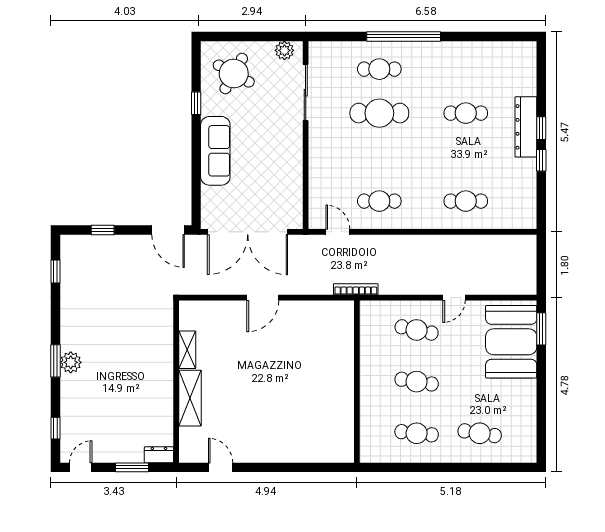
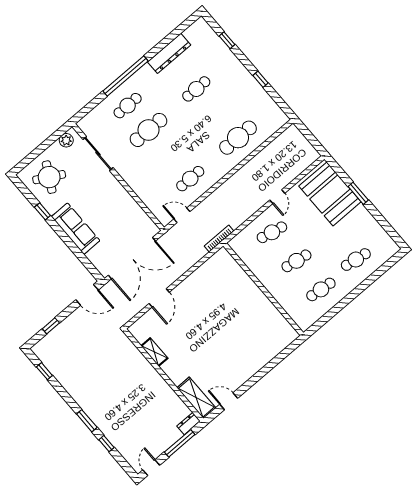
dresser: (526, 127) -> (169, 53), moved, turned -90
window: (541, 128) -> (227, 40), moved
cafe table: (466, 201) -> (238, 138), width x1.37, depth x1.35
door: (263, 298) -> (159, 298), moved
window: (541, 329) -> (358, 193), moved
plant: (71, 362) -> (96, 414), removed
shelving: (190, 398) -> (196, 398), moved
window: (56, 428) -> (106, 444), moved
window: (132, 467) -> (180, 443), width x1.44

